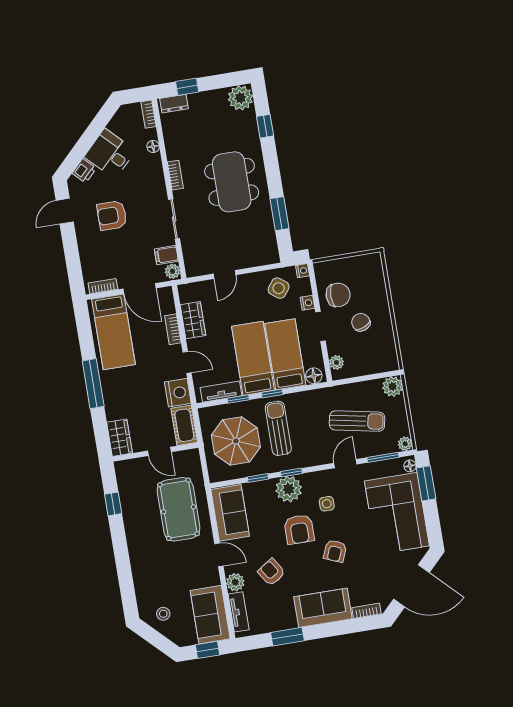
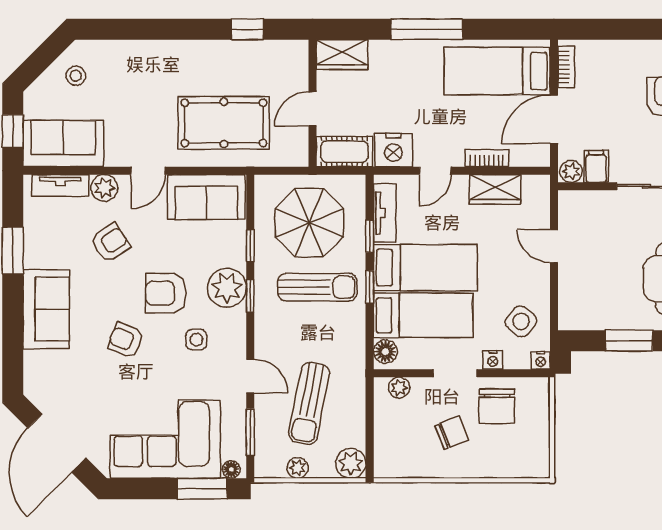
plant: (405, 444) -> (298, 468), moved
bookcase: (366, 611) -> (31, 371), removed

